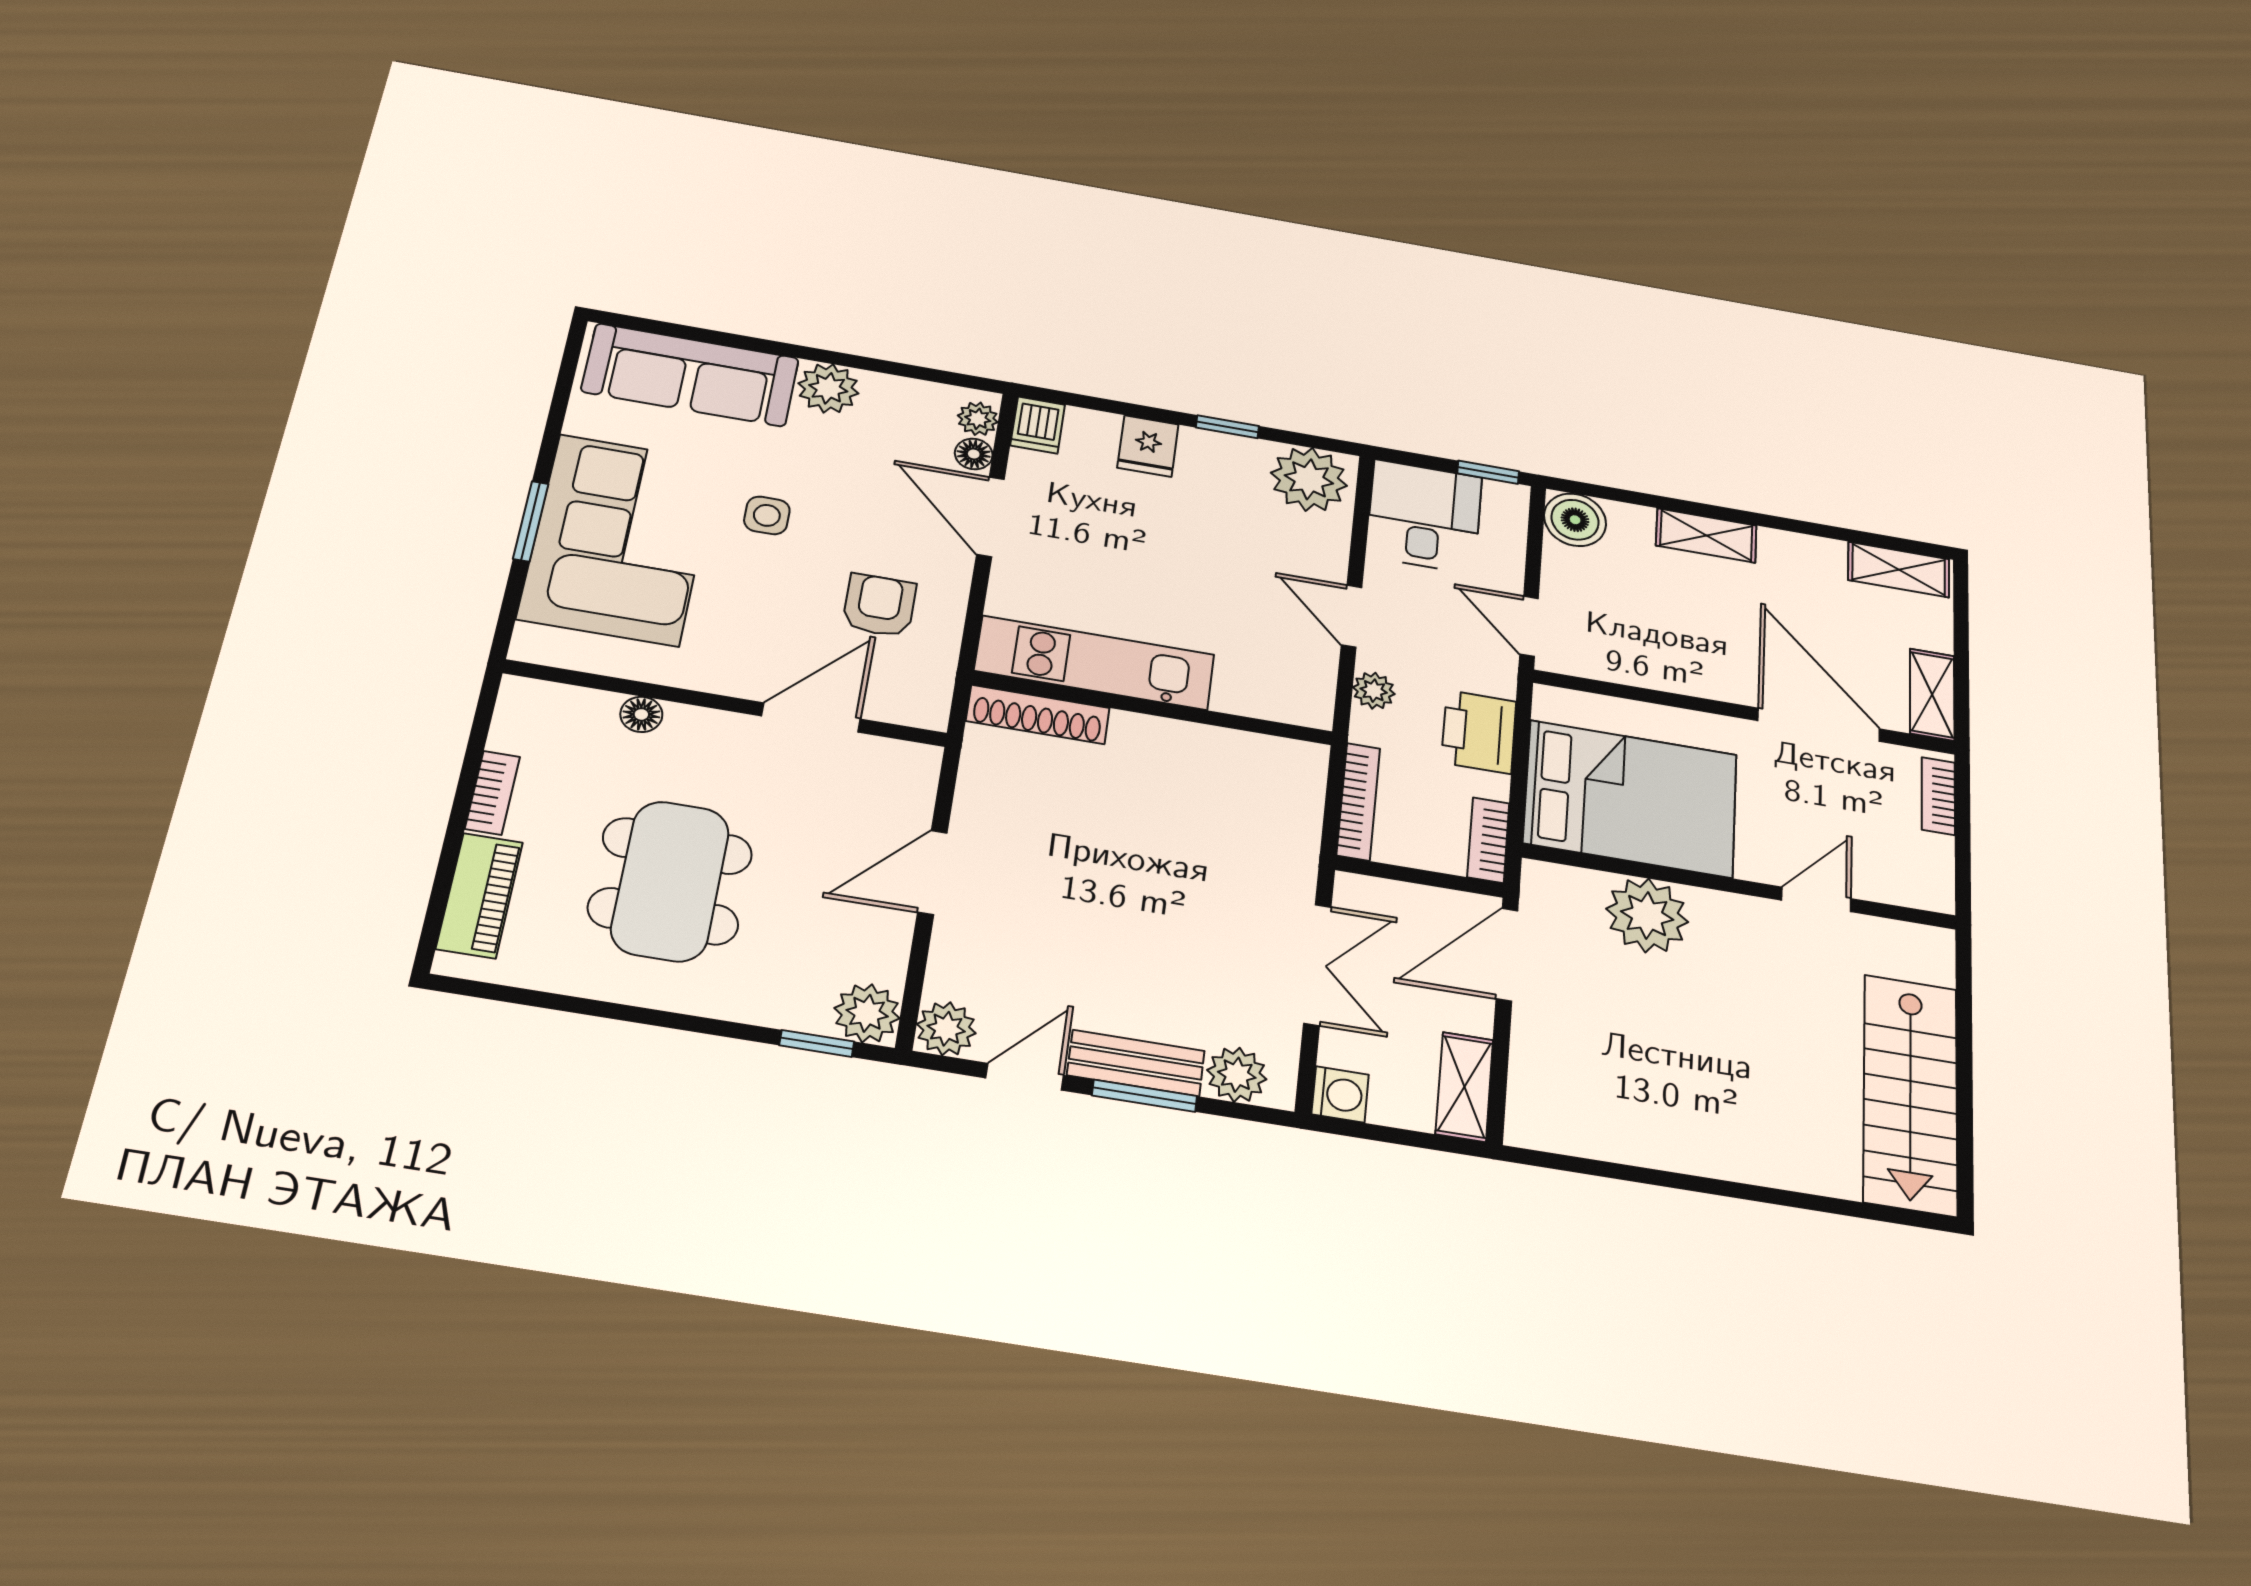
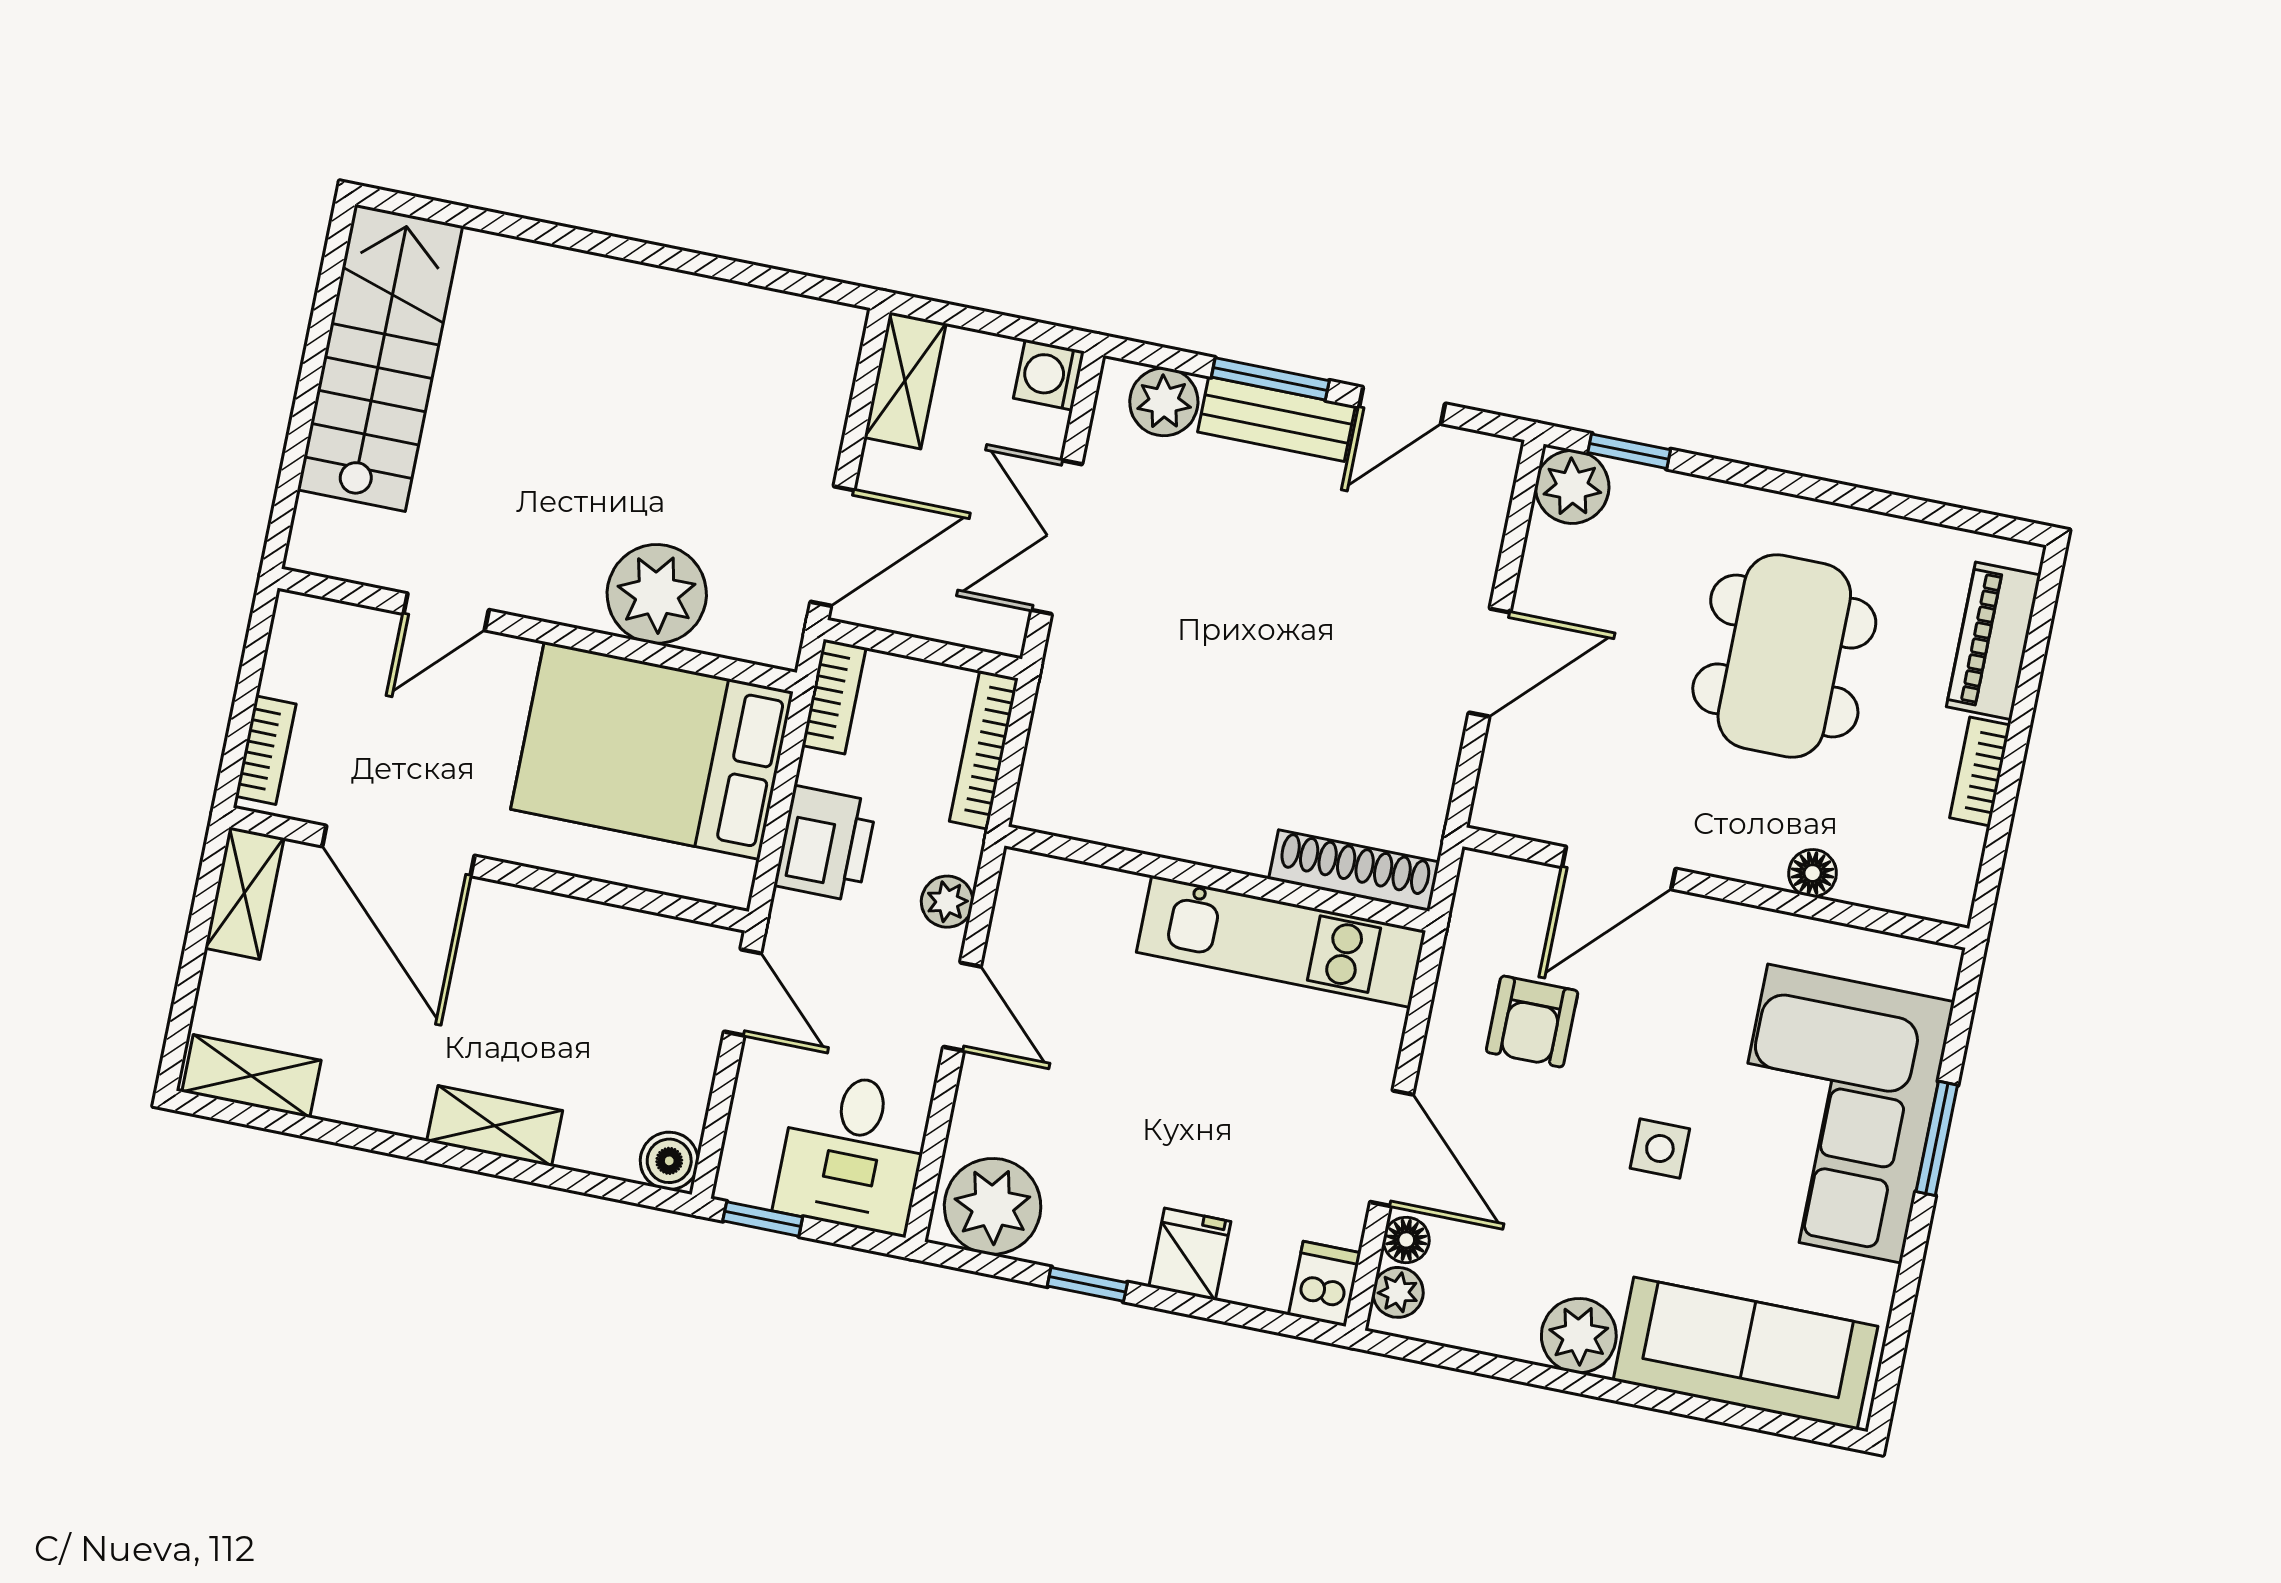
boiler: (1575, 520) -> (669, 1161), width x0.73, depth x0.73
plant: (946, 1029) -> (1485, 466), removed

